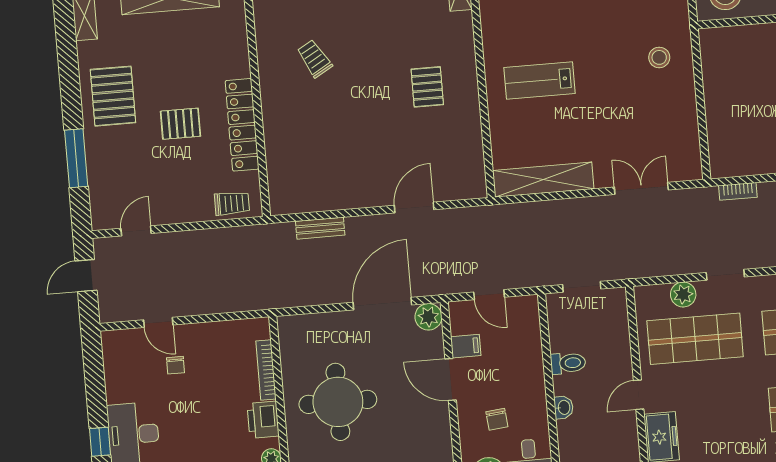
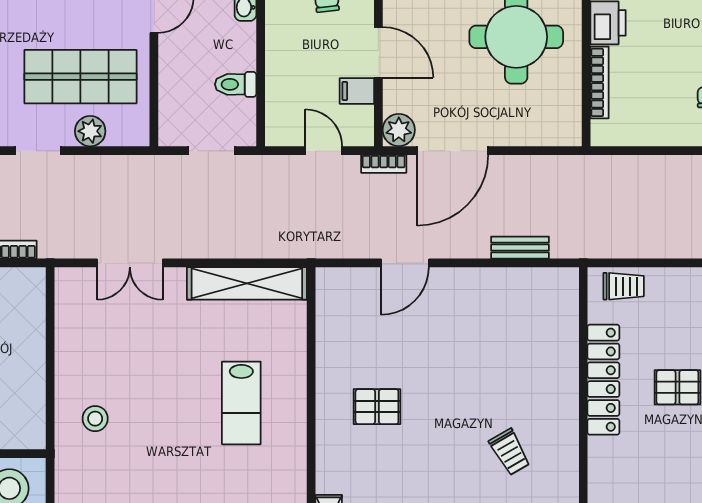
lab bench: (540, 80) -> (241, 403), turned 90
pallet: (427, 87) -> (377, 407), turned 90
trolley: (232, 203) -> (624, 286), turned 180
bookcase: (439, 288) -> (384, 164), added
toilet: (568, 363) -> (236, 84), moved

